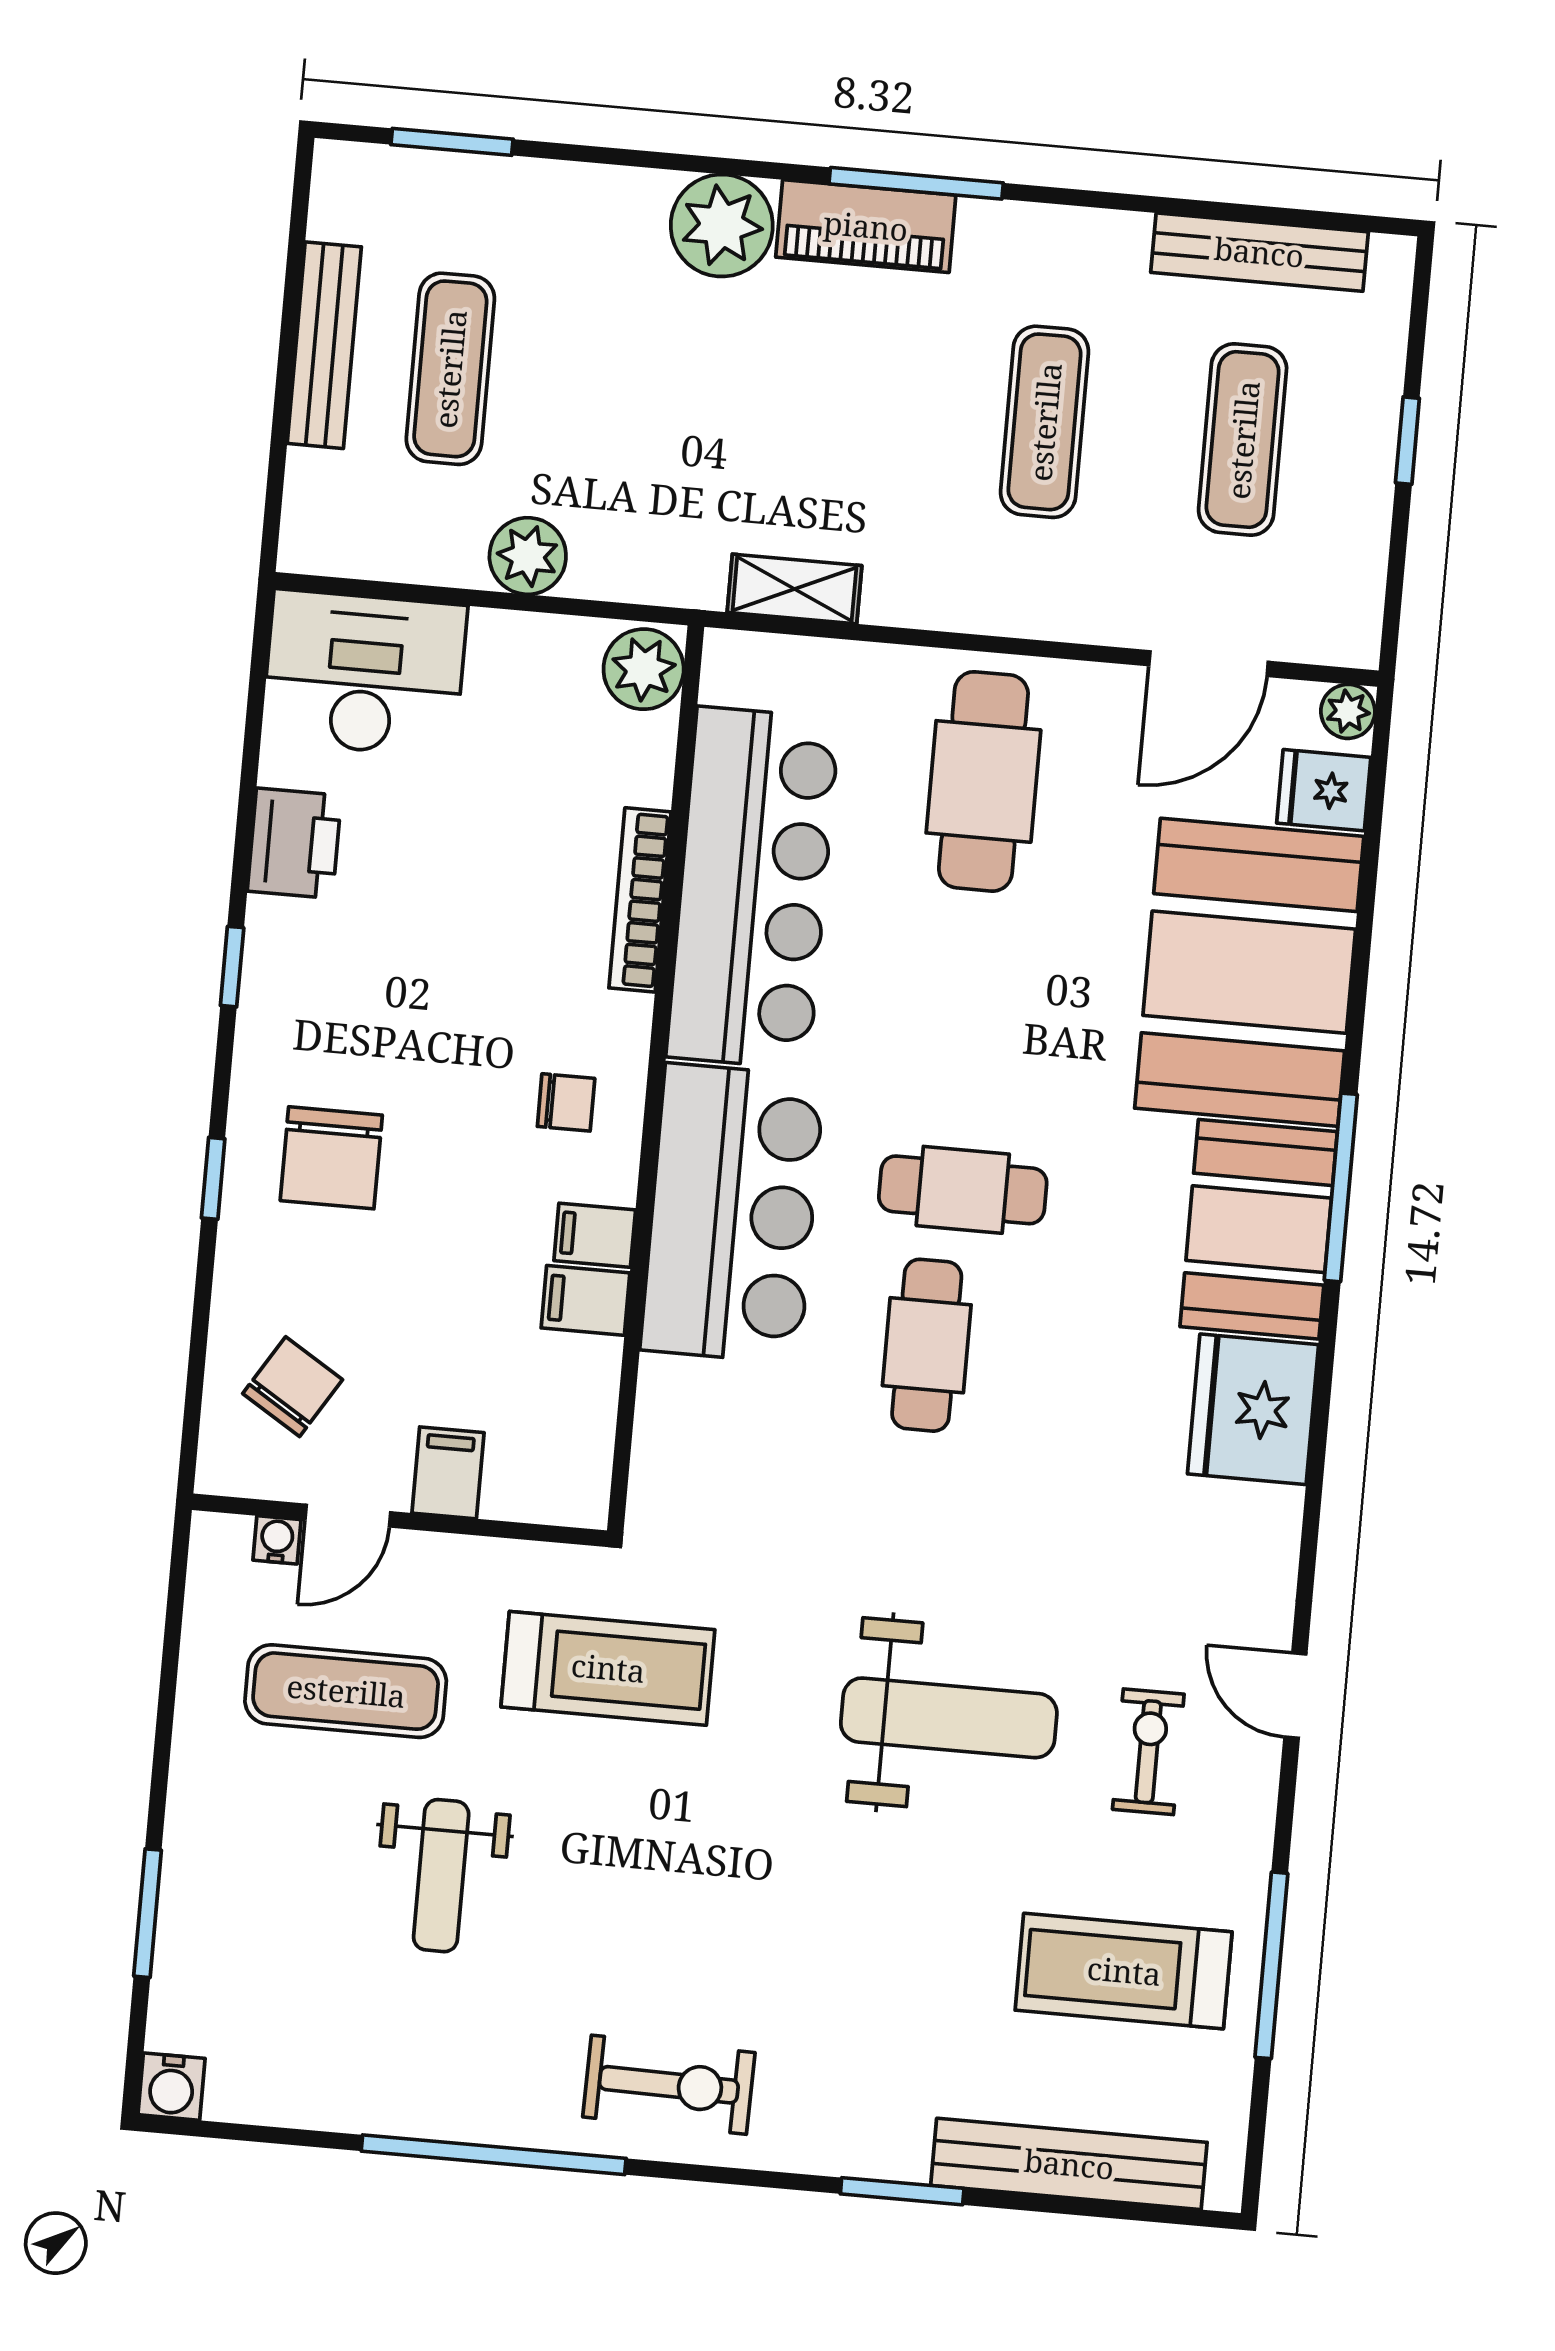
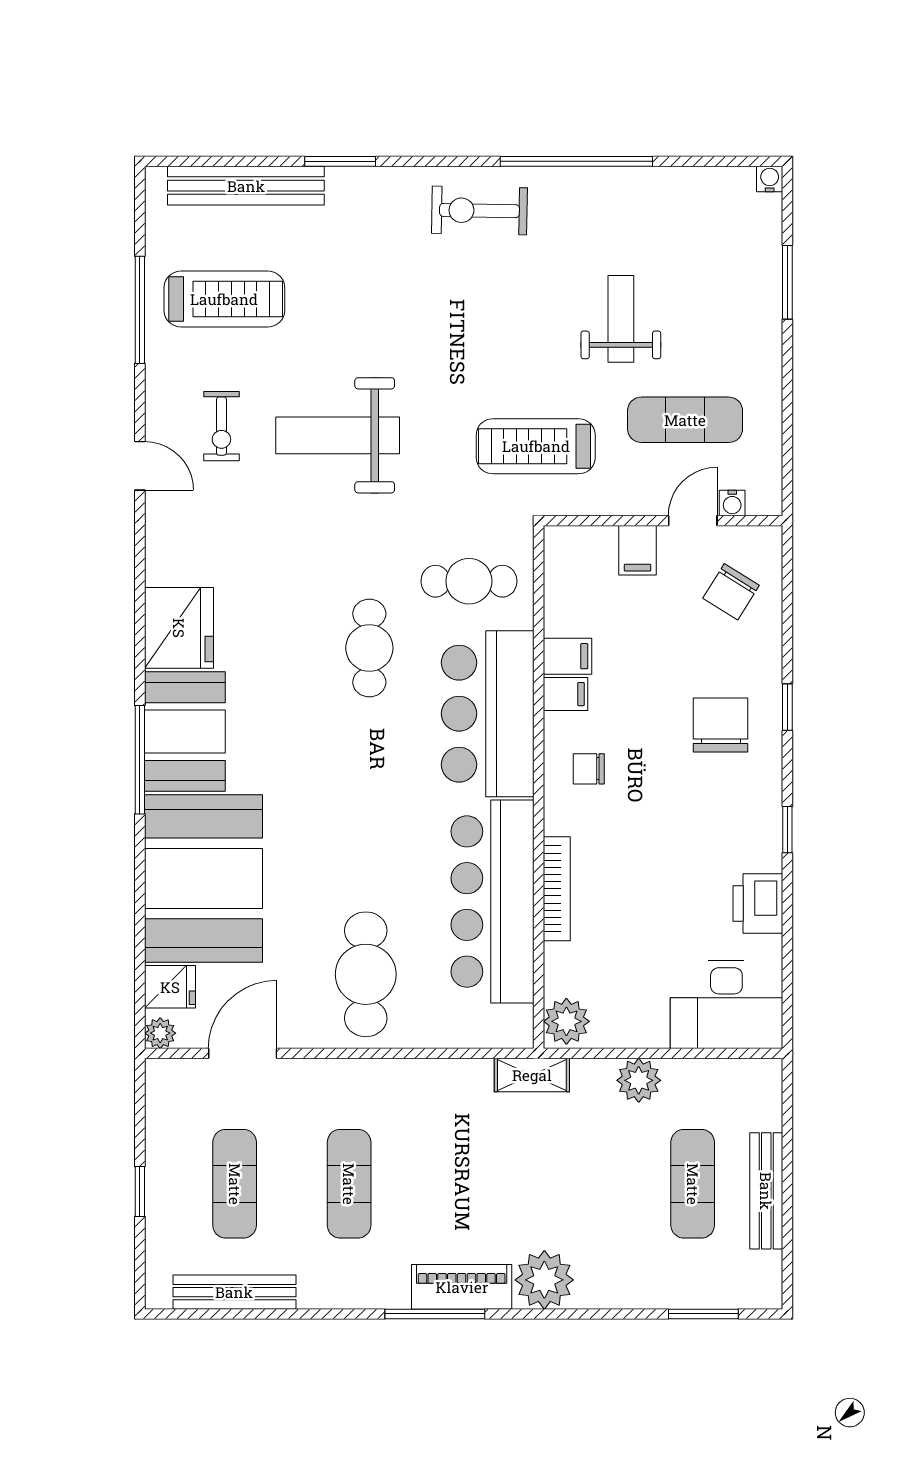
shelving: (794, 589) -> (532, 1075), moved
cafe table: (963, 1190) -> (469, 581), moved
water cooler: (172, 2087) -> (770, 179), width x0.72, depth x0.72

